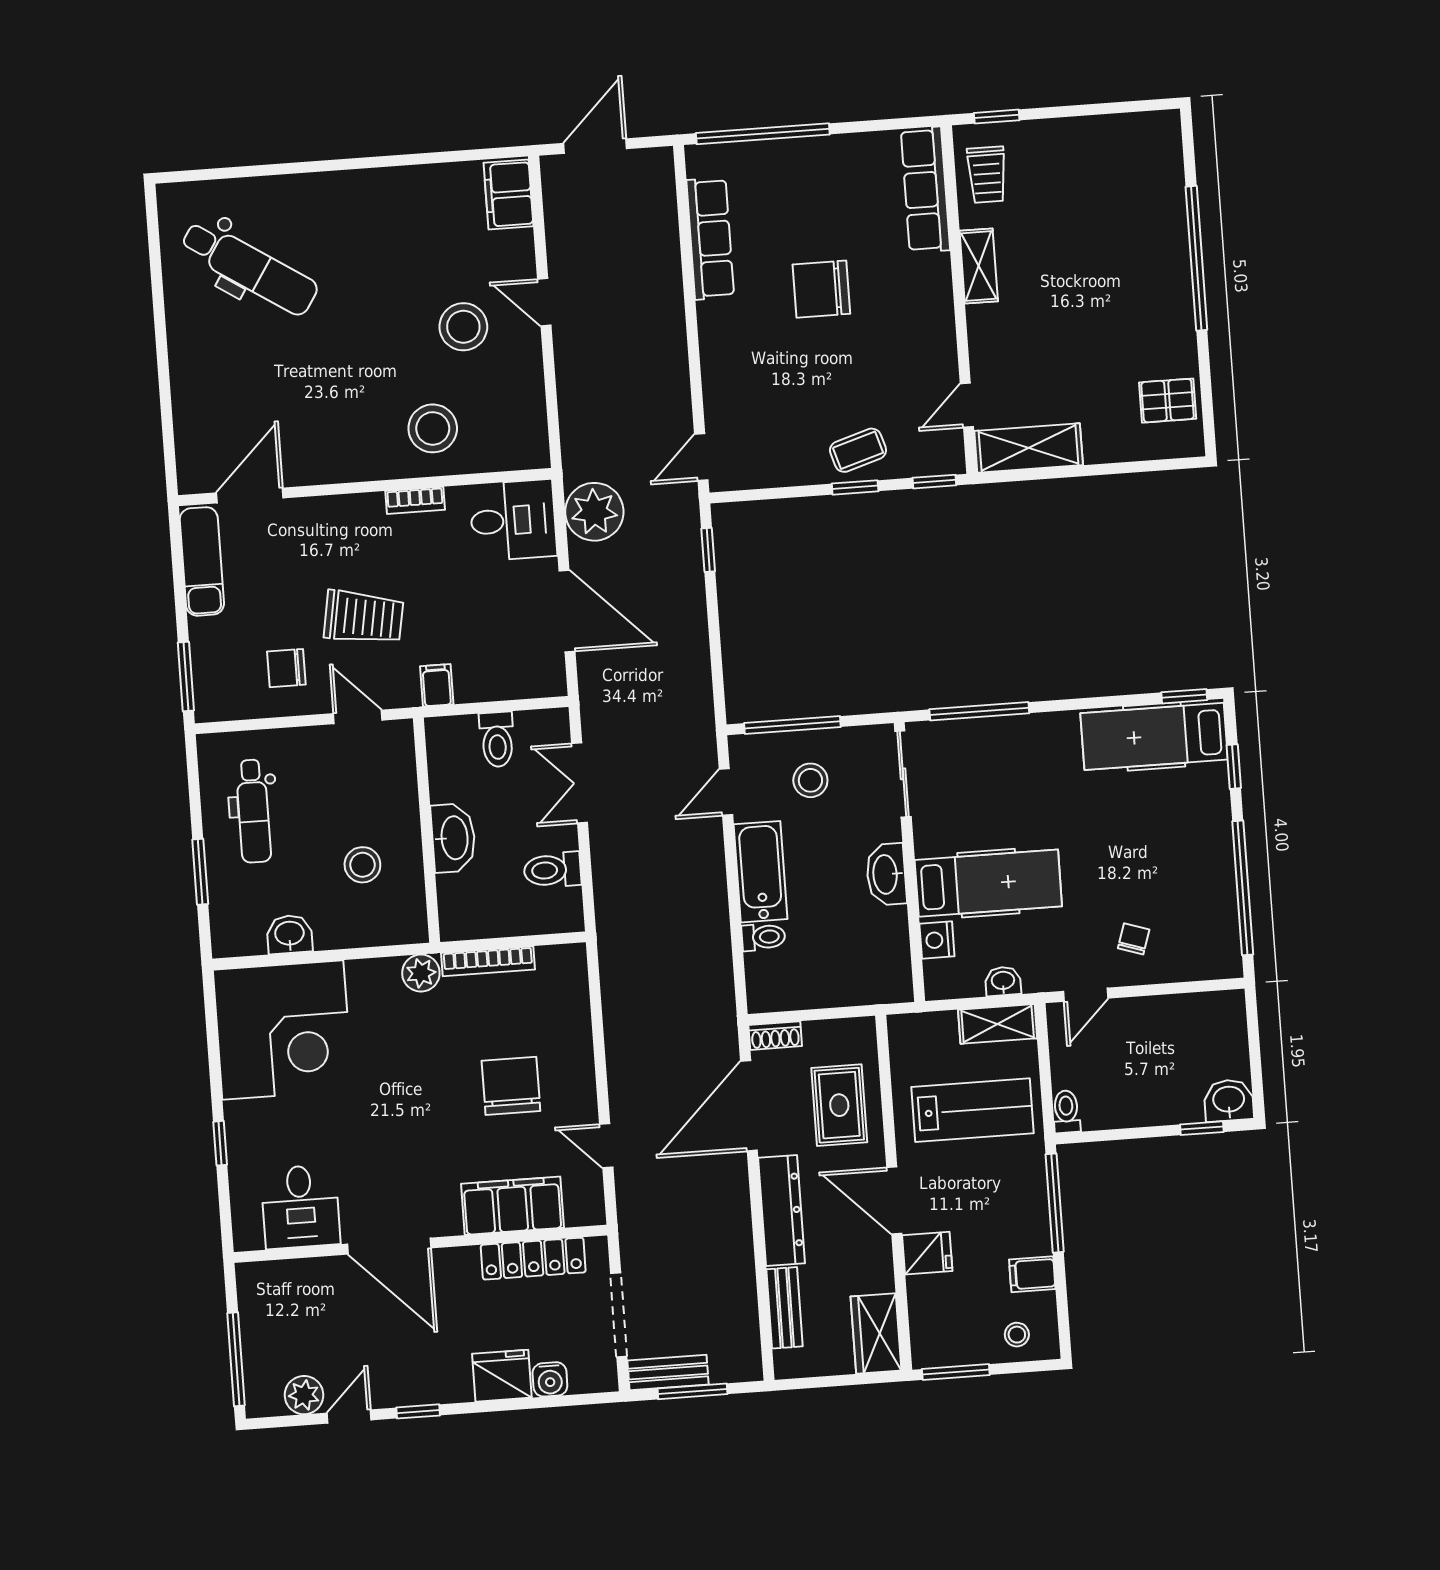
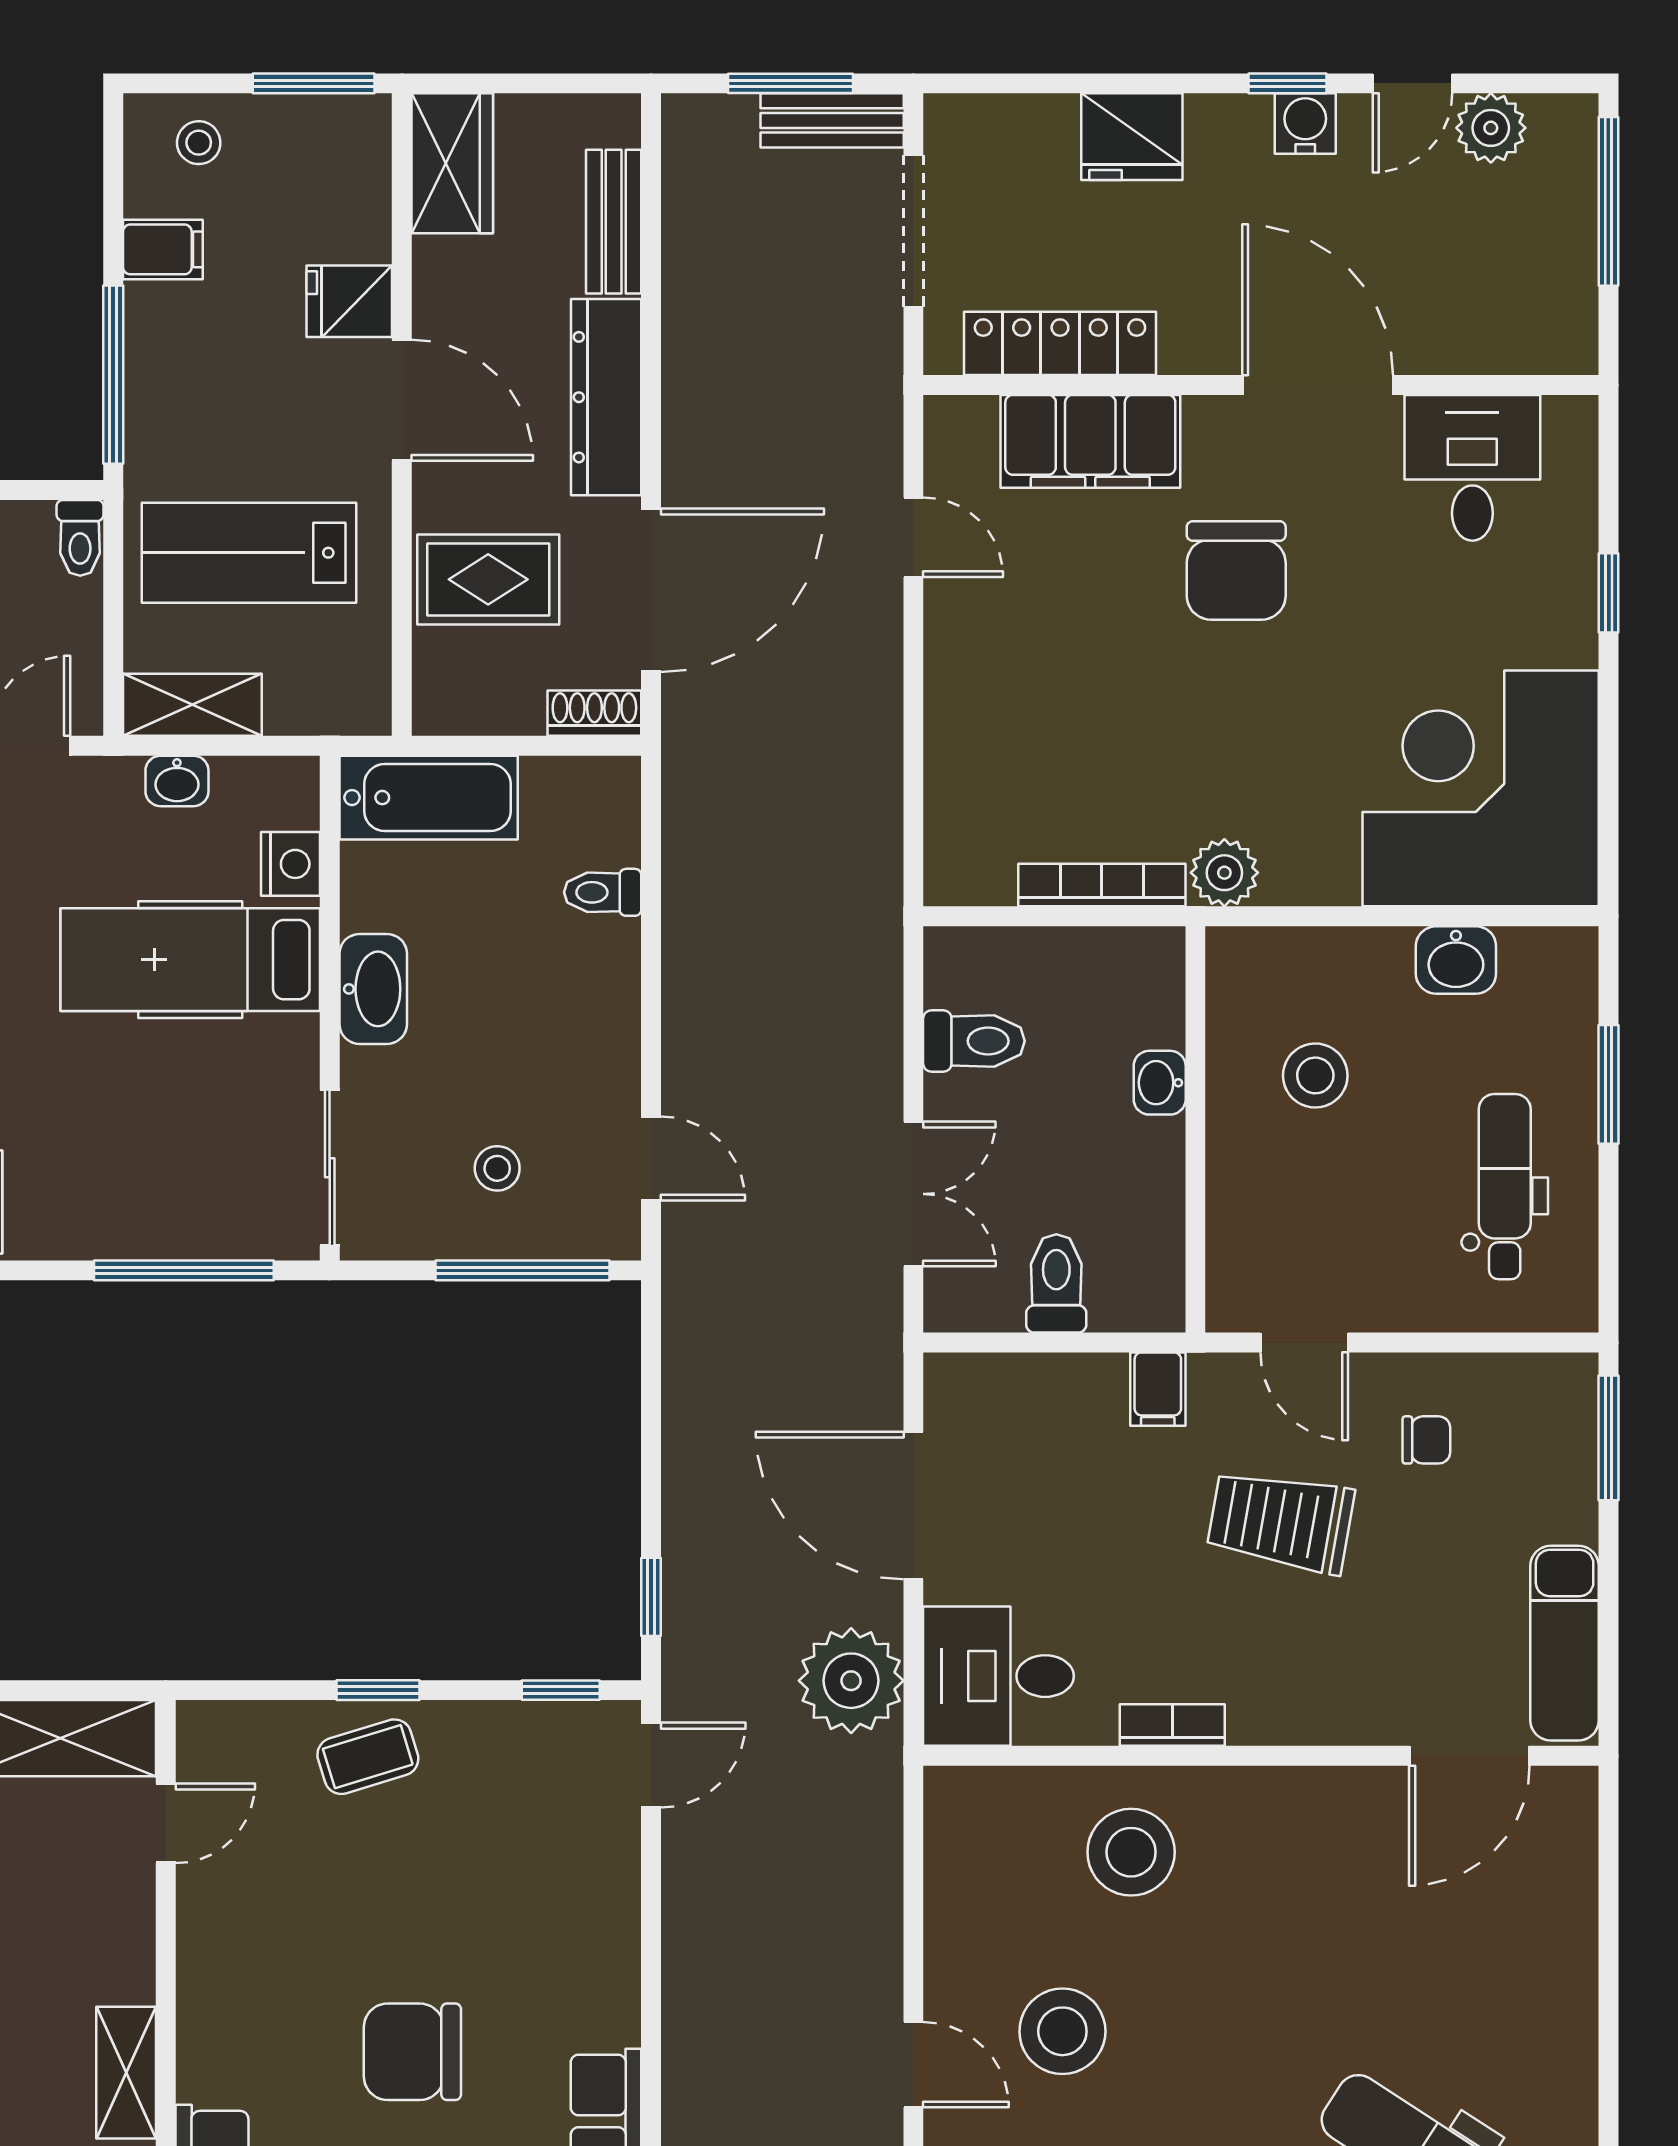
chair: (821, 289) -> (412, 2052), turned 180
window: (934, 482) -> (561, 1690), moved
chair: (286, 668) -> (1426, 1440), width x0.73, depth x0.73
stool: (810, 780) -> (497, 1168), width x0.73, depth x0.73
door: (726, 792) -> (651, 1159), hinge flipped
washbasin: (453, 838) -> (1160, 1083), width x0.52, depth x0.69
bathtub: (761, 872) -> (429, 798), moved, turned -90
chair: (511, 1086) -> (1236, 570), moved
rug: (839, 1105) -> (488, 579), turned 90
water cooler: (550, 1379) -> (1305, 124), moved

